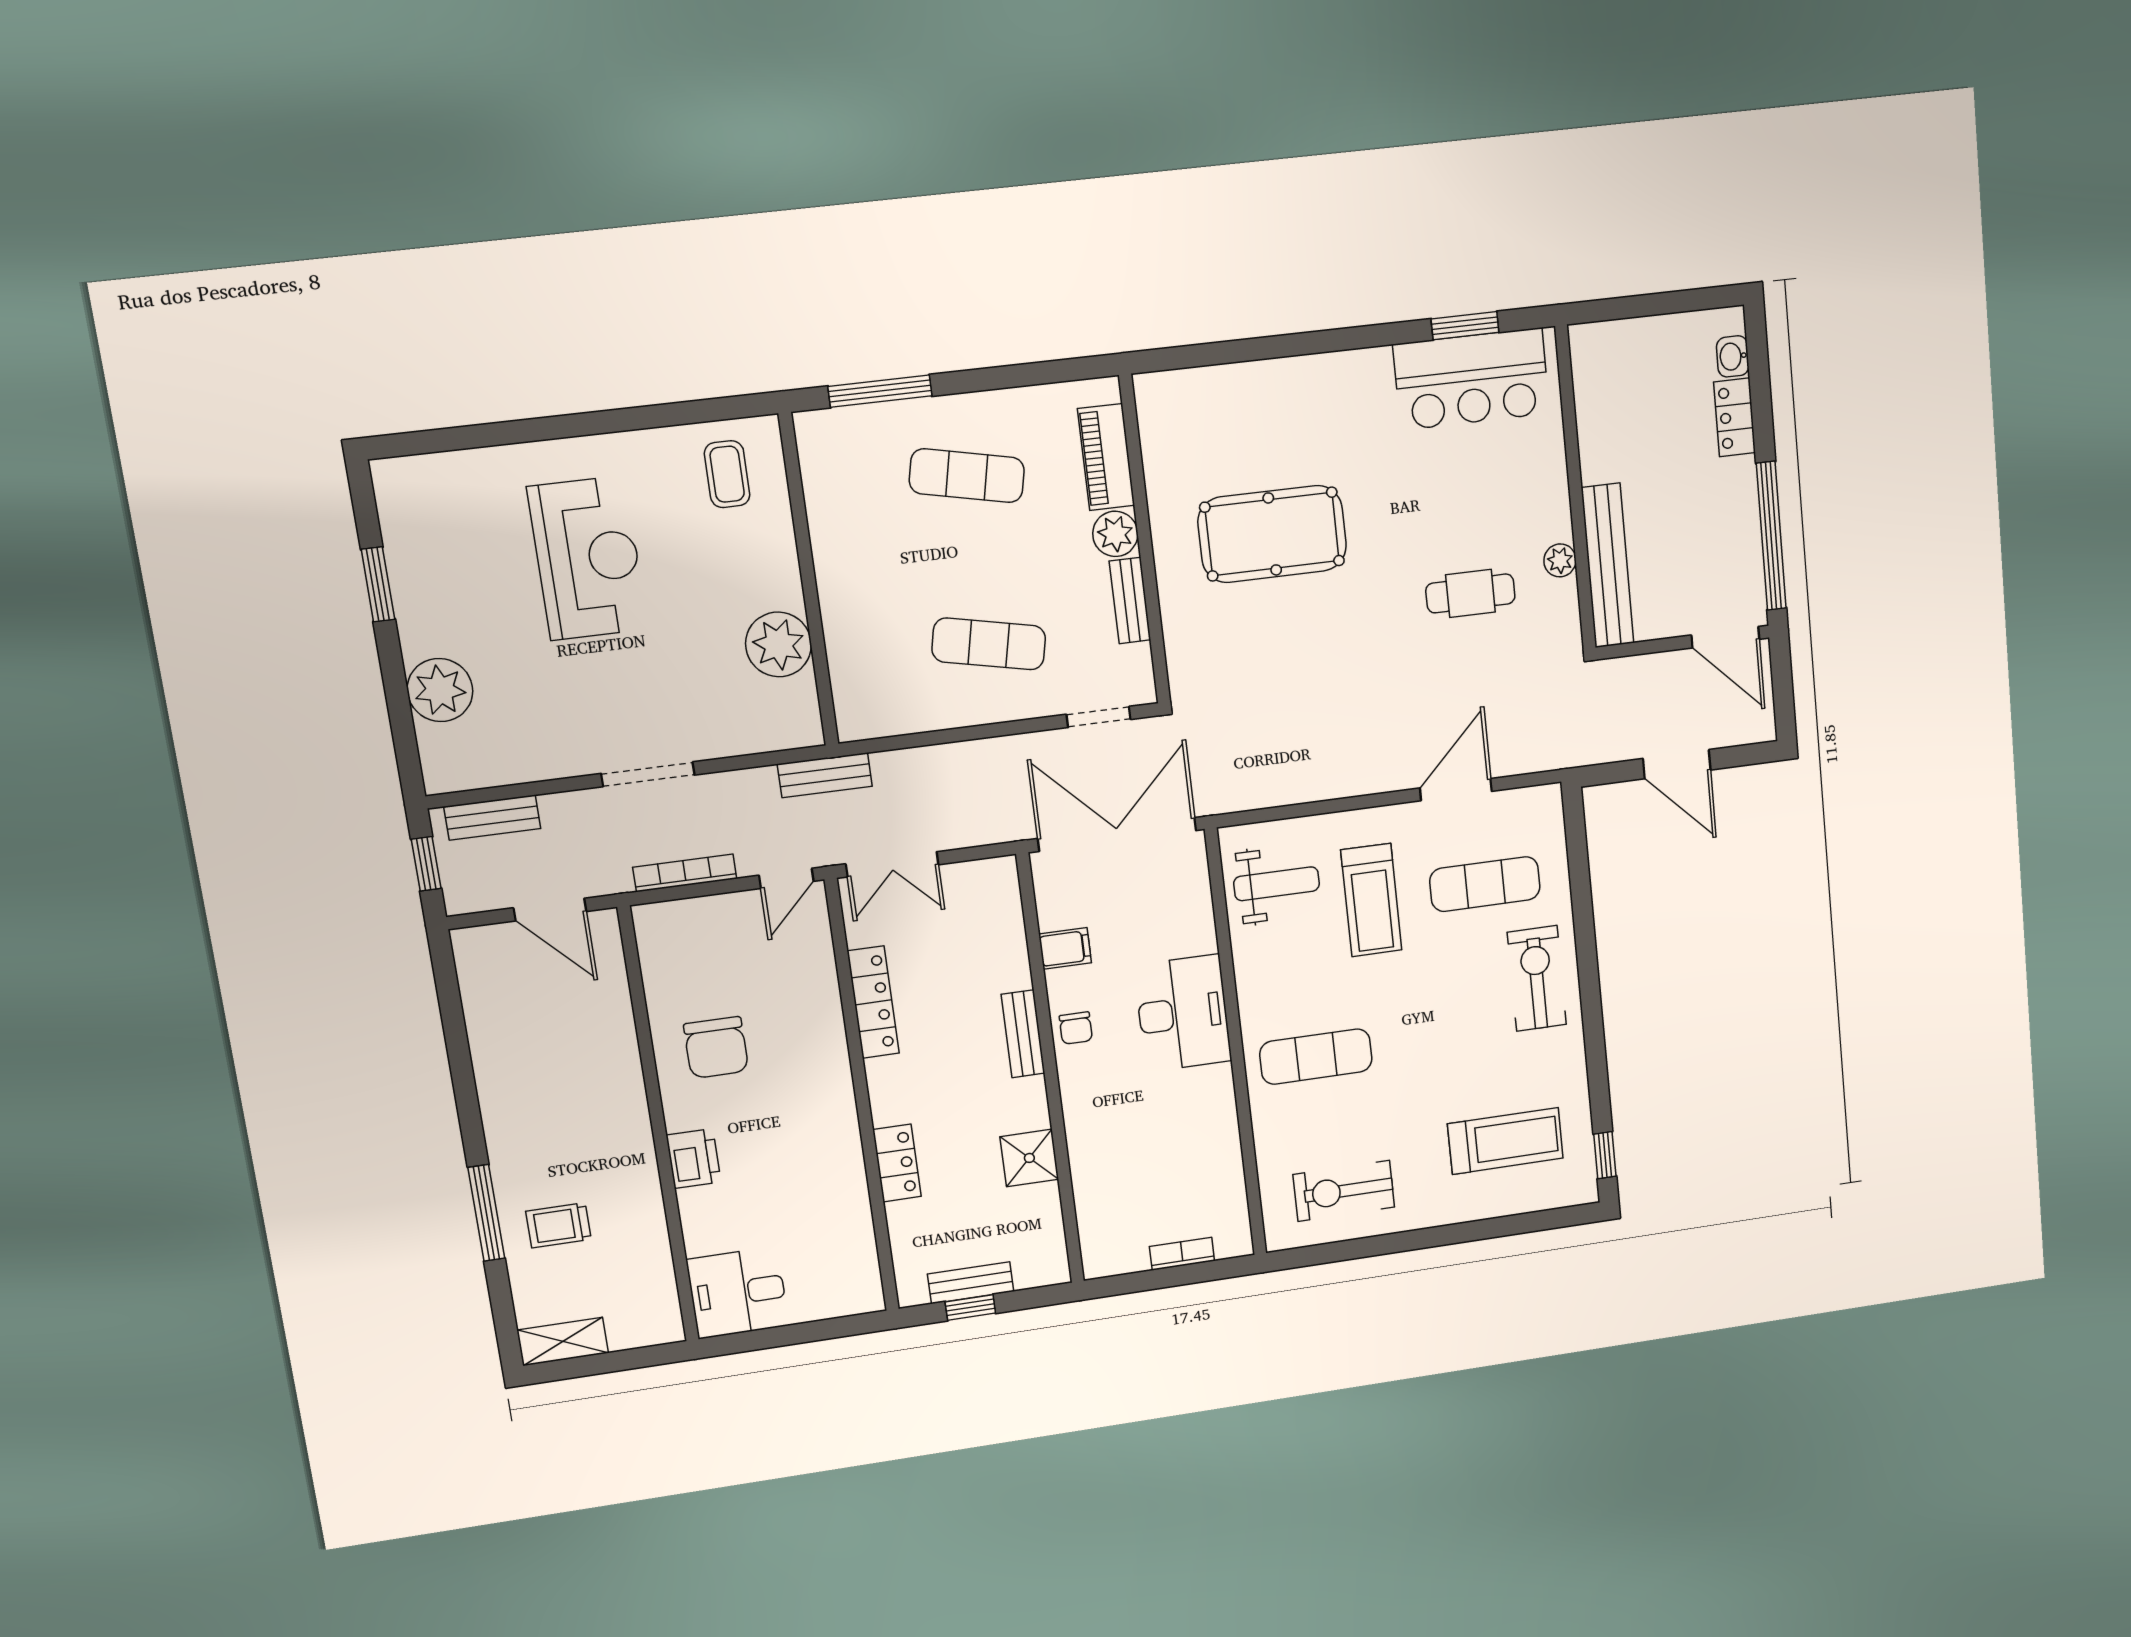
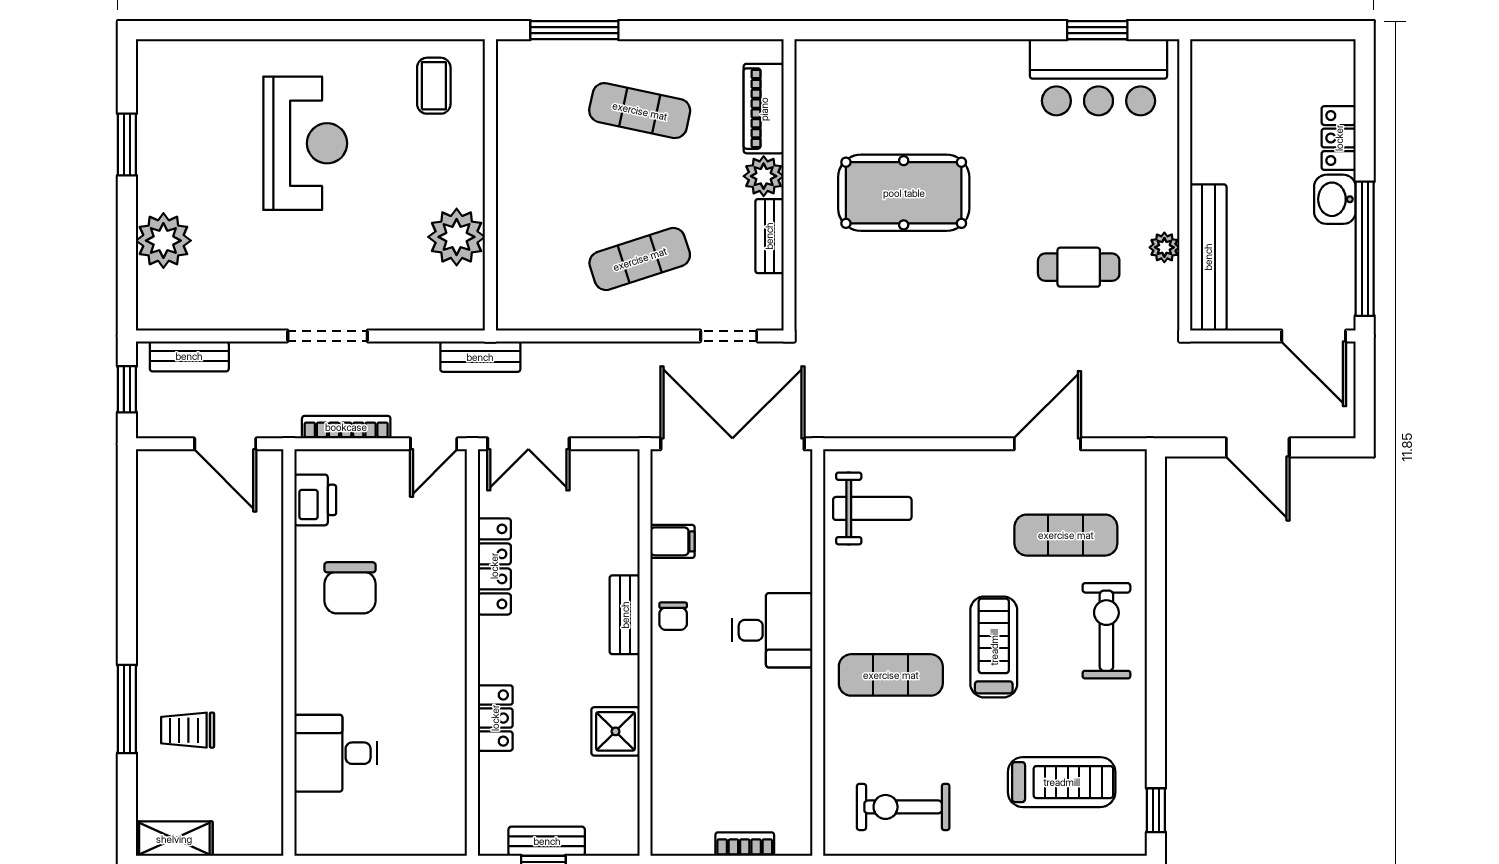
washbasin: (1733, 356) -> (1335, 199), moved, width x1.38, depth x1.45
exercise mat: (989, 644) -> (640, 259), turned -30
treadmill: (1371, 900) -> (994, 647), moved, turned 180
desk: (1183, 1013) -> (772, 630), width x0.73
printer: (694, 1159) -> (315, 500), moved
desk: (738, 1293) -> (336, 753), moved

